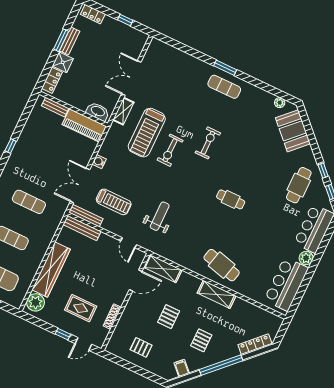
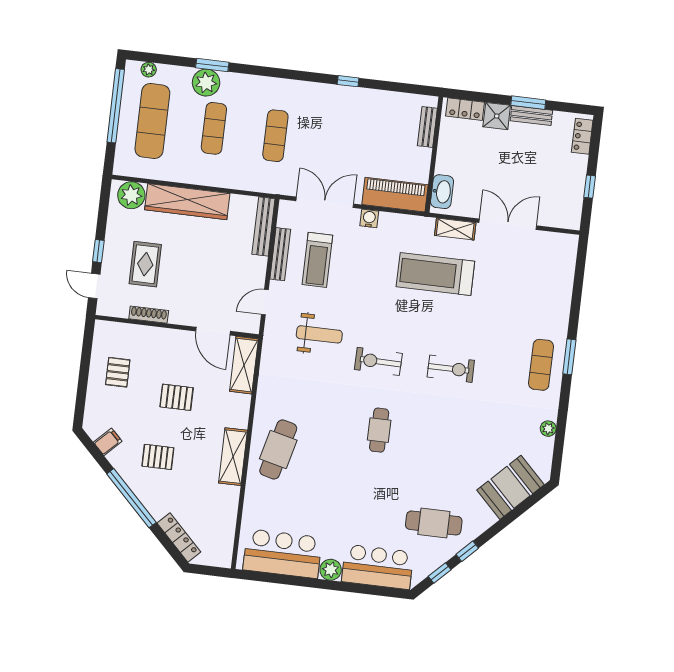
plant: (280, 103) -> (548, 429), moved
piano: (84, 125) -> (395, 195), moved, turned 90
exercise bike: (170, 150) -> (378, 361), moved
bench: (86, 216) -> (280, 254), moved

